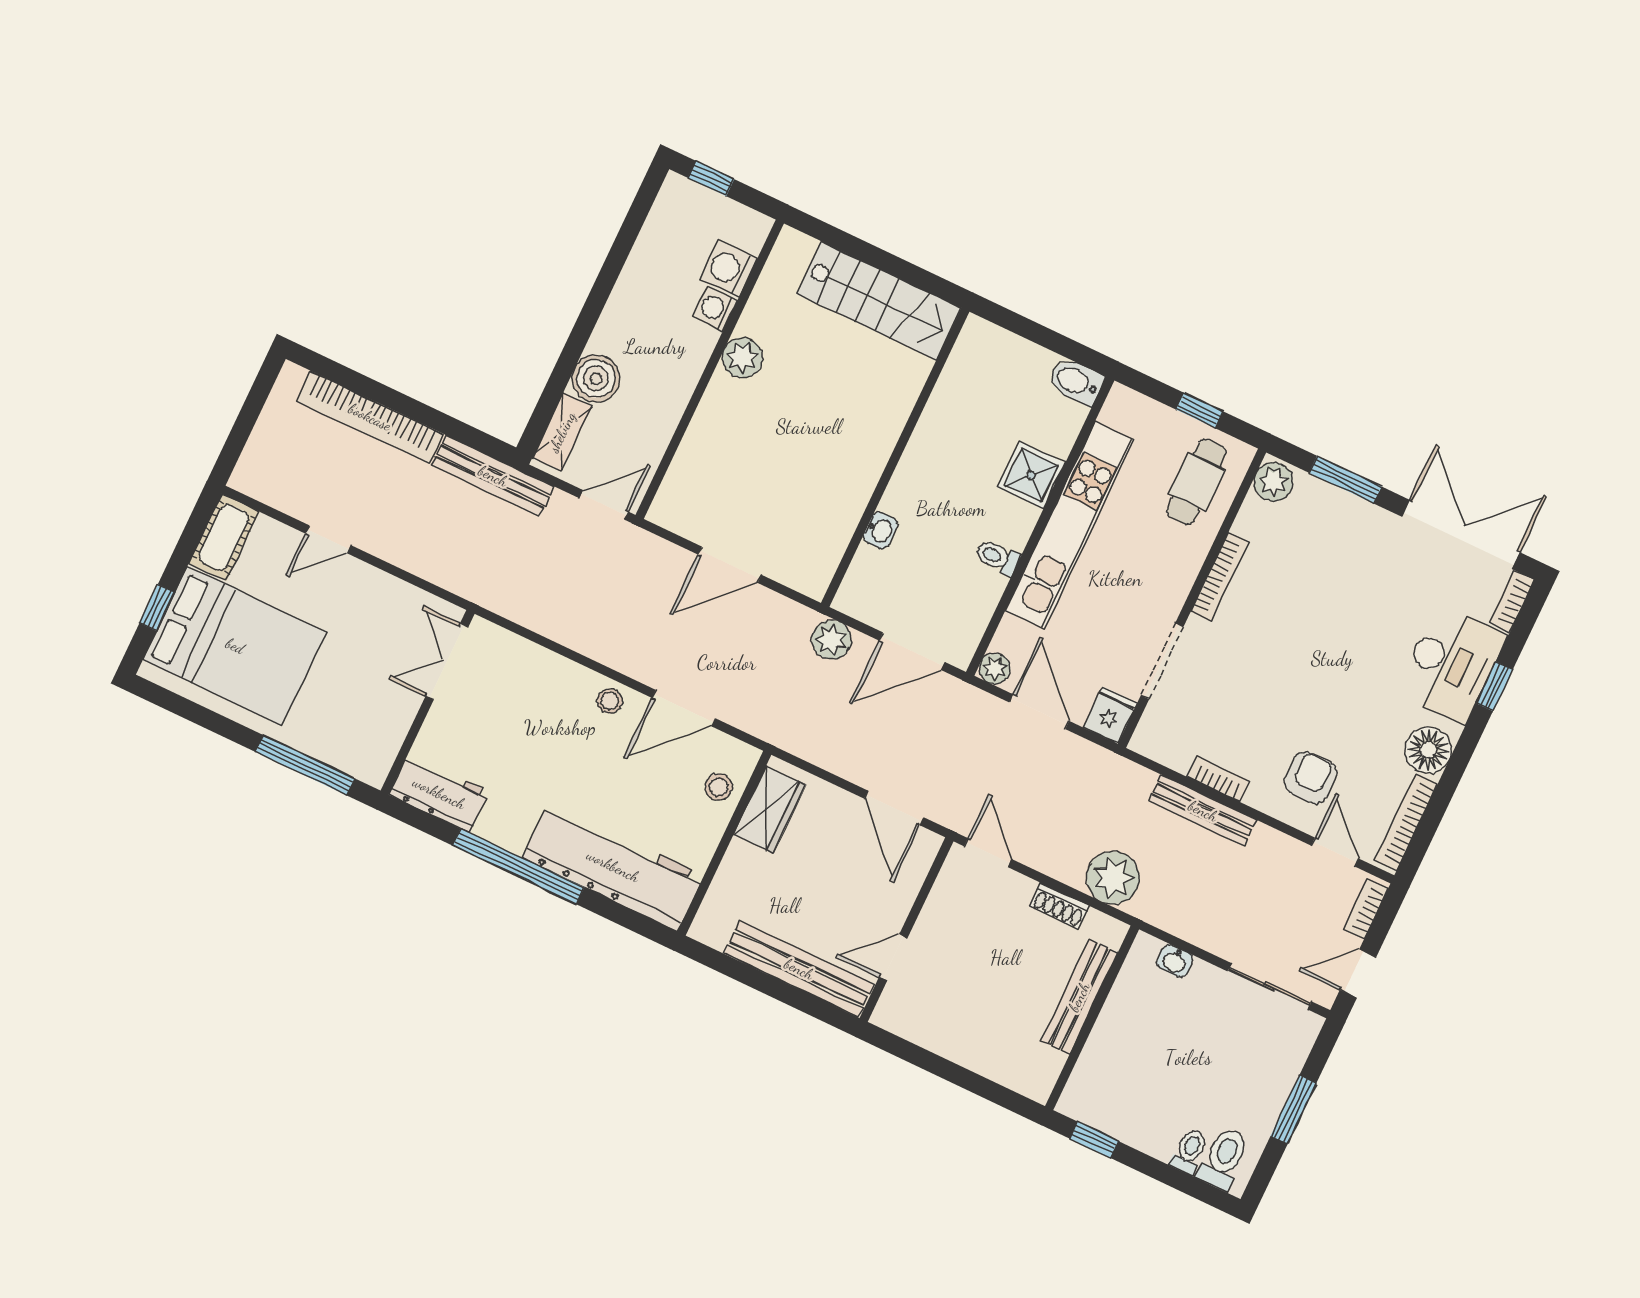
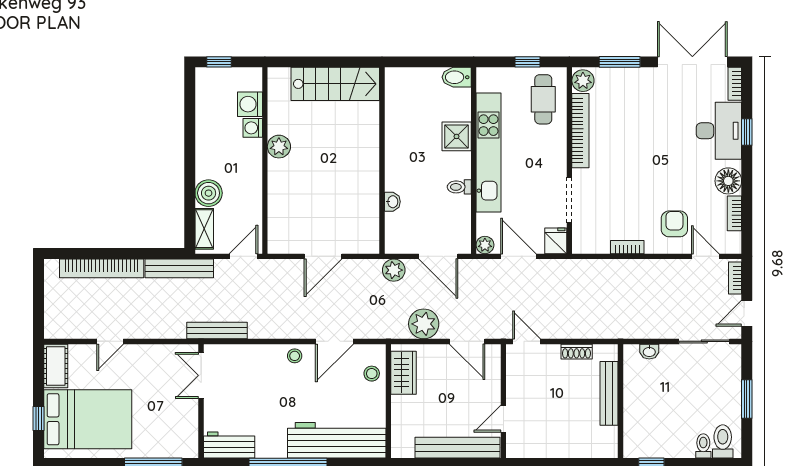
bookcase: (1220, 577) -> (580, 131), width x1.48, depth x1.31
door: (912, 651) -> (438, 256), hinge flipped
bench: (1203, 811) -> (217, 331), moved
bookcase: (1406, 822) -> (734, 213), width x0.64
plant: (1113, 878) -> (424, 324), moved

